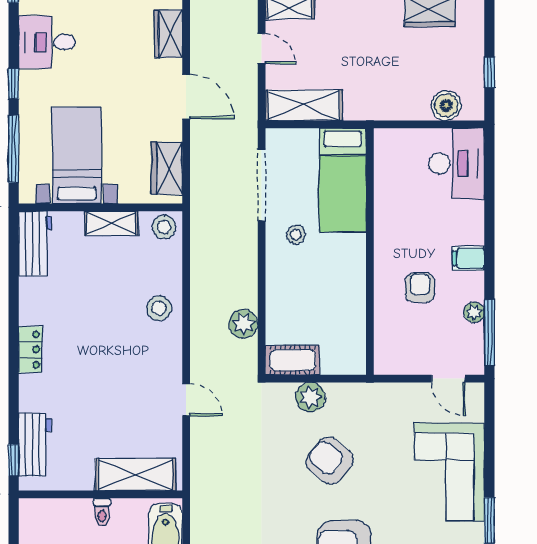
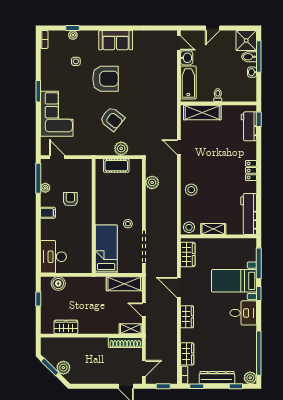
bed with nightstands: (77, 155) -> (234, 281), moved, turned 90
workbench: (35, 243) -> (249, 214), width x1.38
armchair: (420, 288) -> (70, 199), turned 180
cot: (293, 360) -> (116, 166), moved

